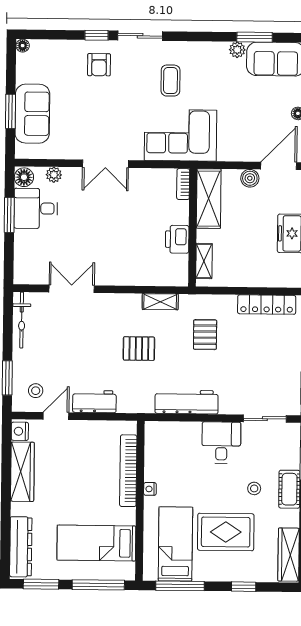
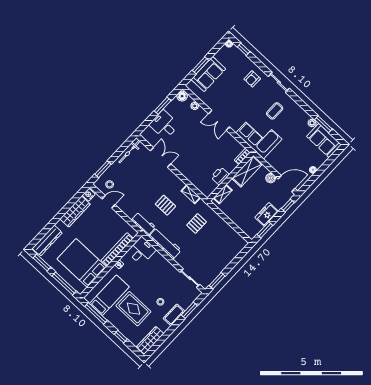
window: (97, 35) -> (244, 49), moved
desk: (36, 208) -> (164, 125), moved
locker: (267, 305) -> (232, 234), removed
workbench: (94, 402) -> (143, 224), moved
desk: (221, 443) -> (142, 251), moved
bed: (96, 543) -> (82, 263), width x1.50

